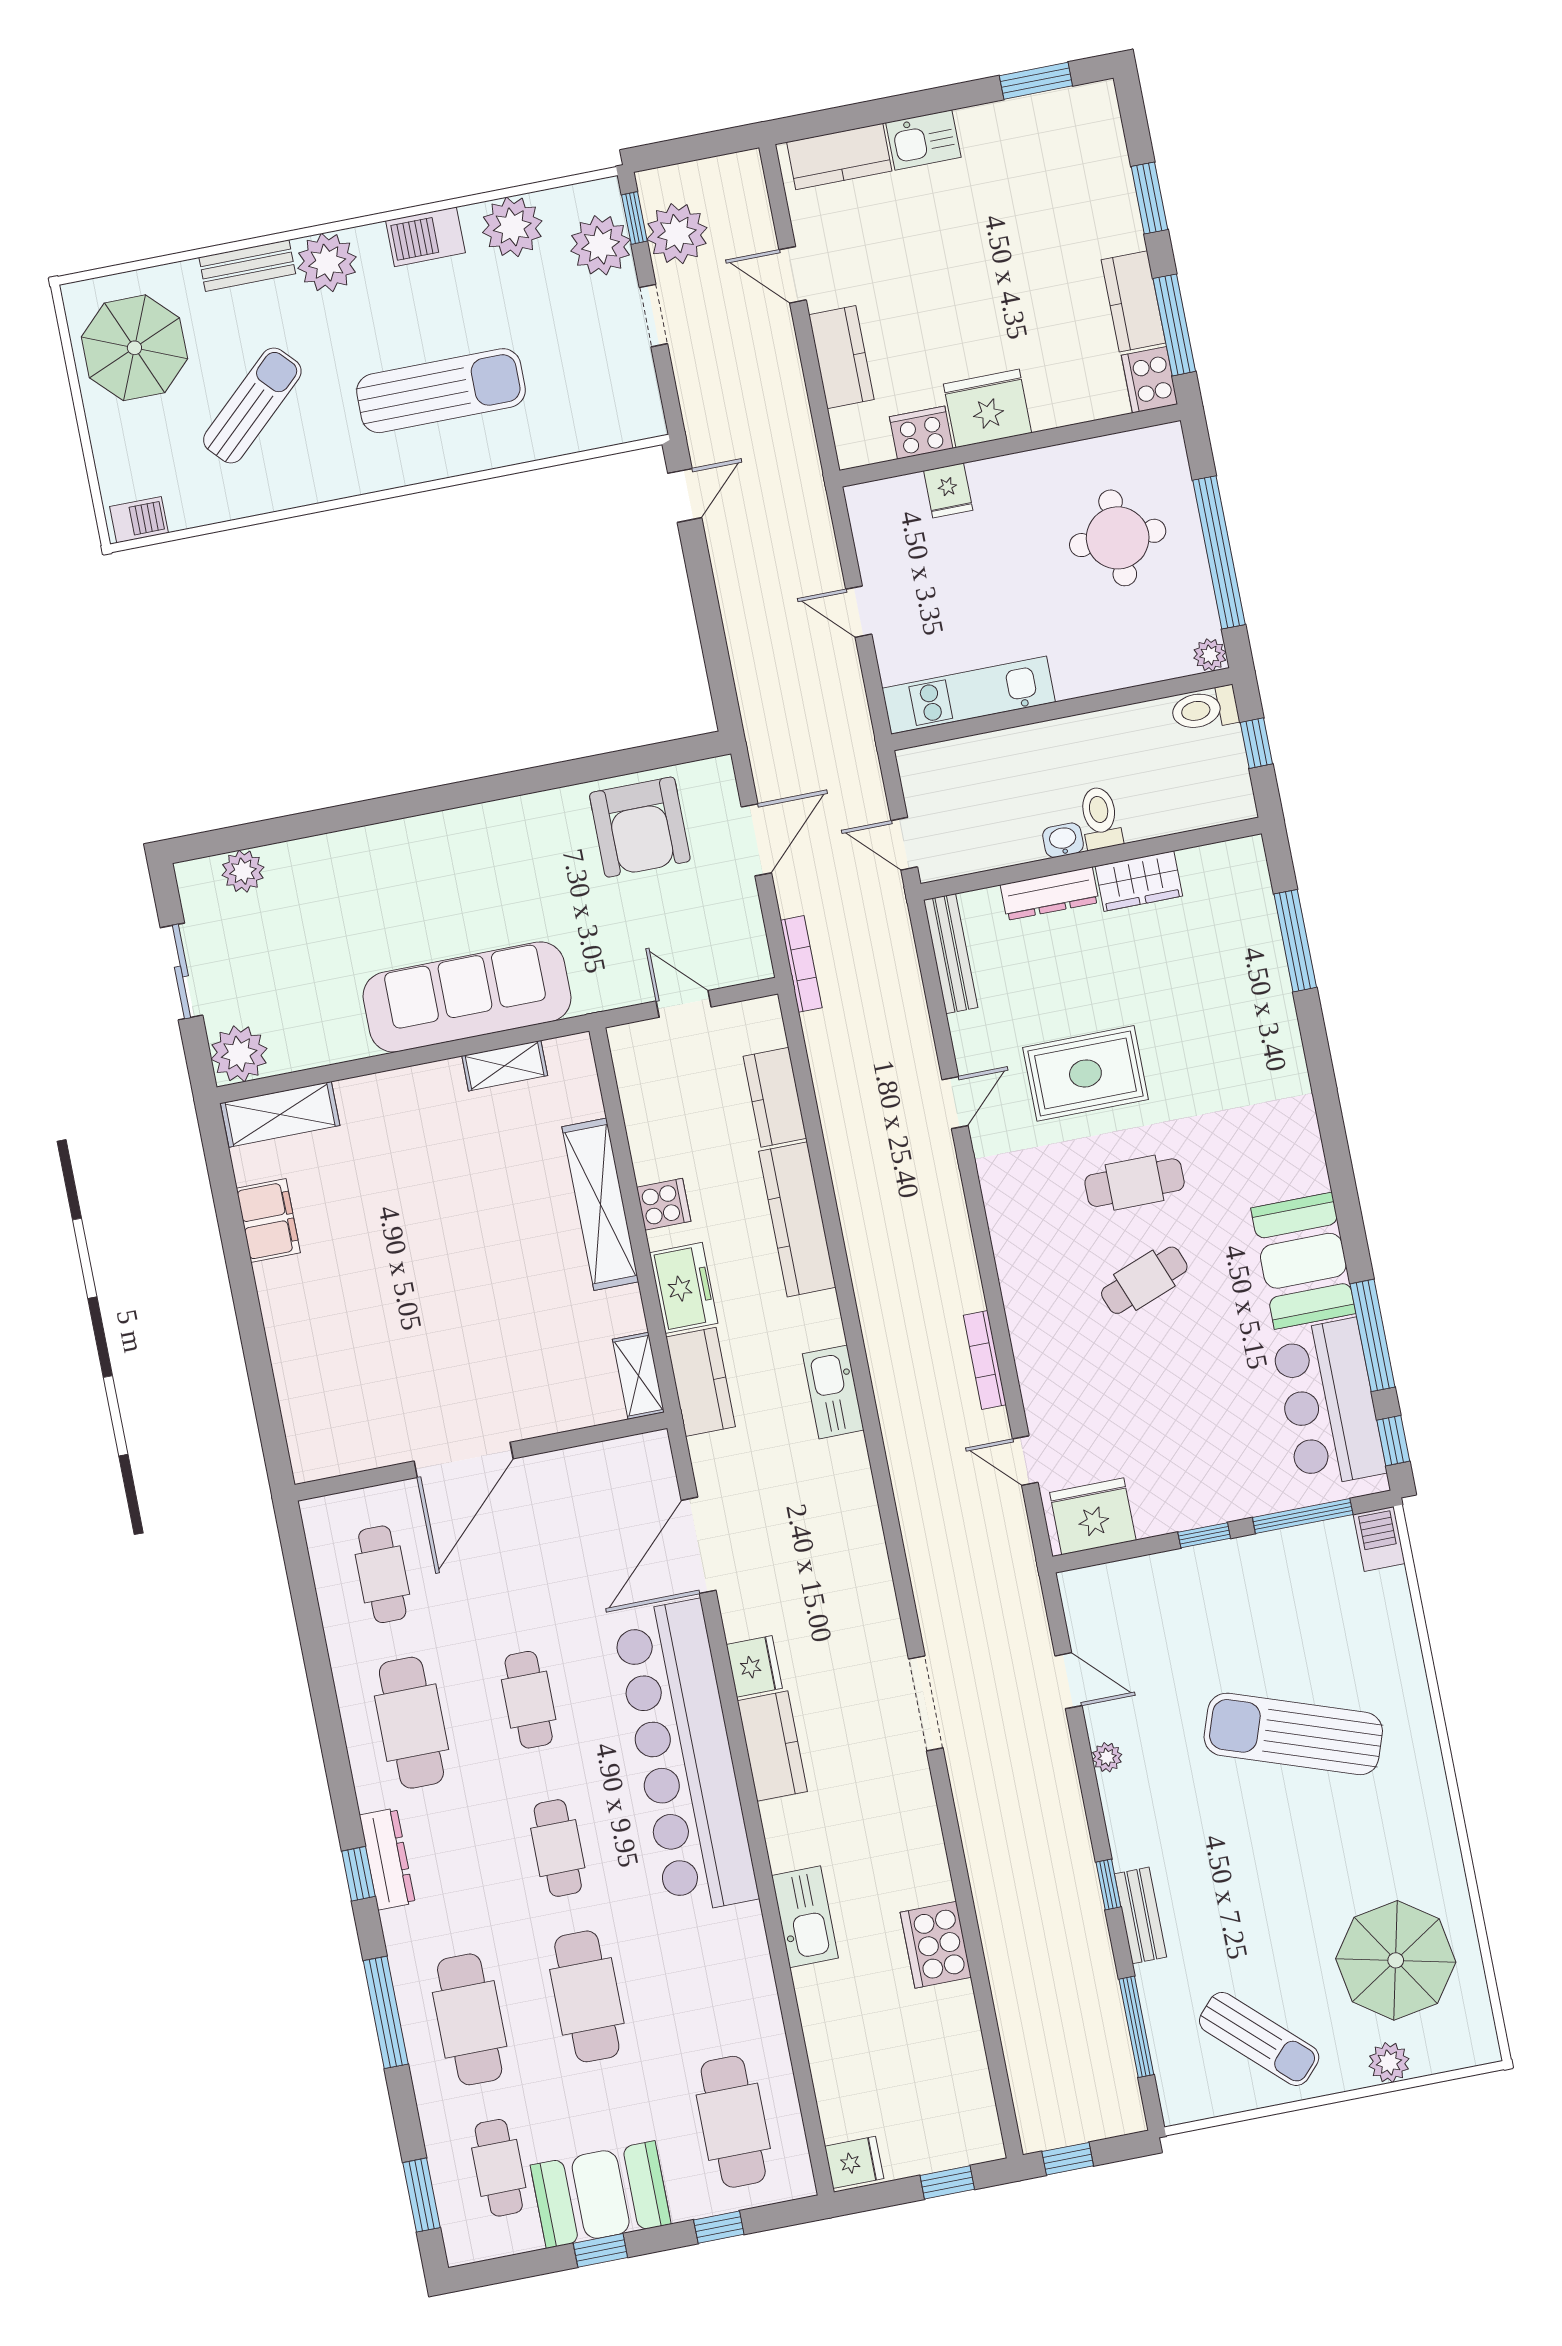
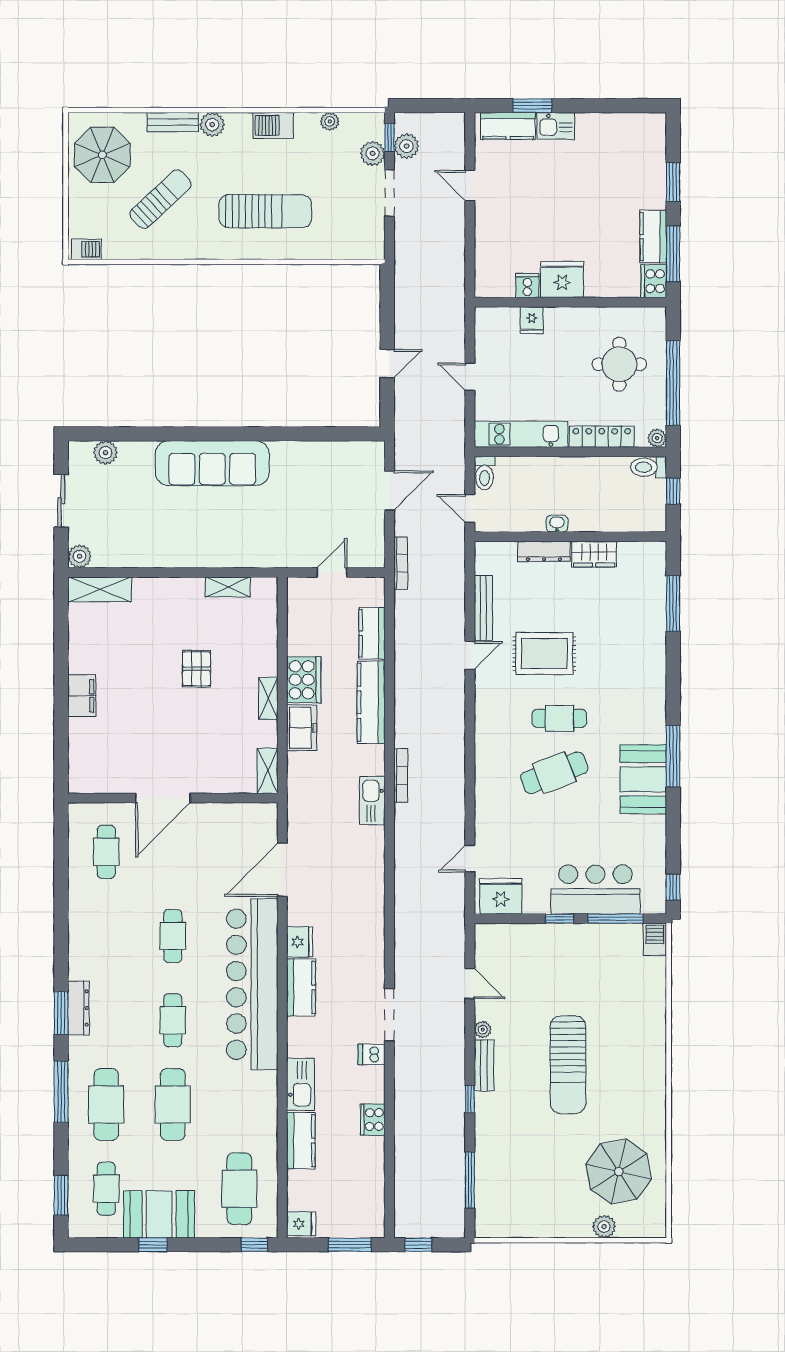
window: (1036, 81) -> (532, 106), moved
plant: (512, 227) -> (330, 121), width x0.53, depth x0.53
plant: (677, 234) -> (406, 146), width x0.73, depth x0.73
plant: (600, 245) -> (373, 153), width x0.73, depth x0.73
plant: (327, 263) -> (212, 125), width x0.73, depth x0.73
doorway: (653, 316) -> (389, 193), width x1.38
kitchen counter: (841, 357) -> (488, 236), removed
cooker: (921, 433) -> (527, 286), width x0.73
door: (685, 495) -> (387, 364), moved
locker: (1112, 672) -> (602, 437), added
toilet: (1100, 818) -> (485, 473), moved, turned 180
armchair: (640, 827) -> (327, 471), removed
bench: (951, 954) -> (483, 608), moved
sofa: (467, 997) -> (212, 463), moved, turned 180
door: (684, 1004) -> (332, 572), hinge flipped
plant: (239, 1054) -> (80, 556), width x0.73, depth x0.73
shelving: (600, 1204) -> (268, 698), width x0.45, depth x0.75
cooker: (664, 1204) -> (304, 680), width x1.87, depth x1.31
filing cabinet: (268, 1220) -> (82, 696), moved
pallet: (478, 1221) -> (196, 669), added
cafe table: (1144, 1280) -> (554, 773), width x1.37, depth x1.35
window: (1373, 1335) -> (673, 756), moved
bookcase: (985, 1360) -> (401, 775), moved, turned 180
kitchen counter: (701, 1382) -> (301, 1141), moved
bar counter: (1329, 1403) -> (595, 890), moved, turned 90
door: (1025, 1461) -> (470, 859), hinge flipped
doorway: (926, 1703) -> (389, 1015), moved
cafe table: (411, 1723) -> (106, 936), removed
sun lounger: (1293, 1734) -> (568, 1065), moved, turned -109
dishwasher: (920, 1839) -> (372, 1054), added
window: (358, 1874) -> (61, 1013), width x1.50
bench: (1141, 1915) -> (484, 1065), moved
cooker: (936, 1945) -> (373, 1120), width x0.73, depth x0.76
sun lounger: (1259, 2039) -> (536, 1200), removed
window: (947, 2182) -> (350, 1245), width x1.50
window: (719, 2227) -> (254, 1245), moved

